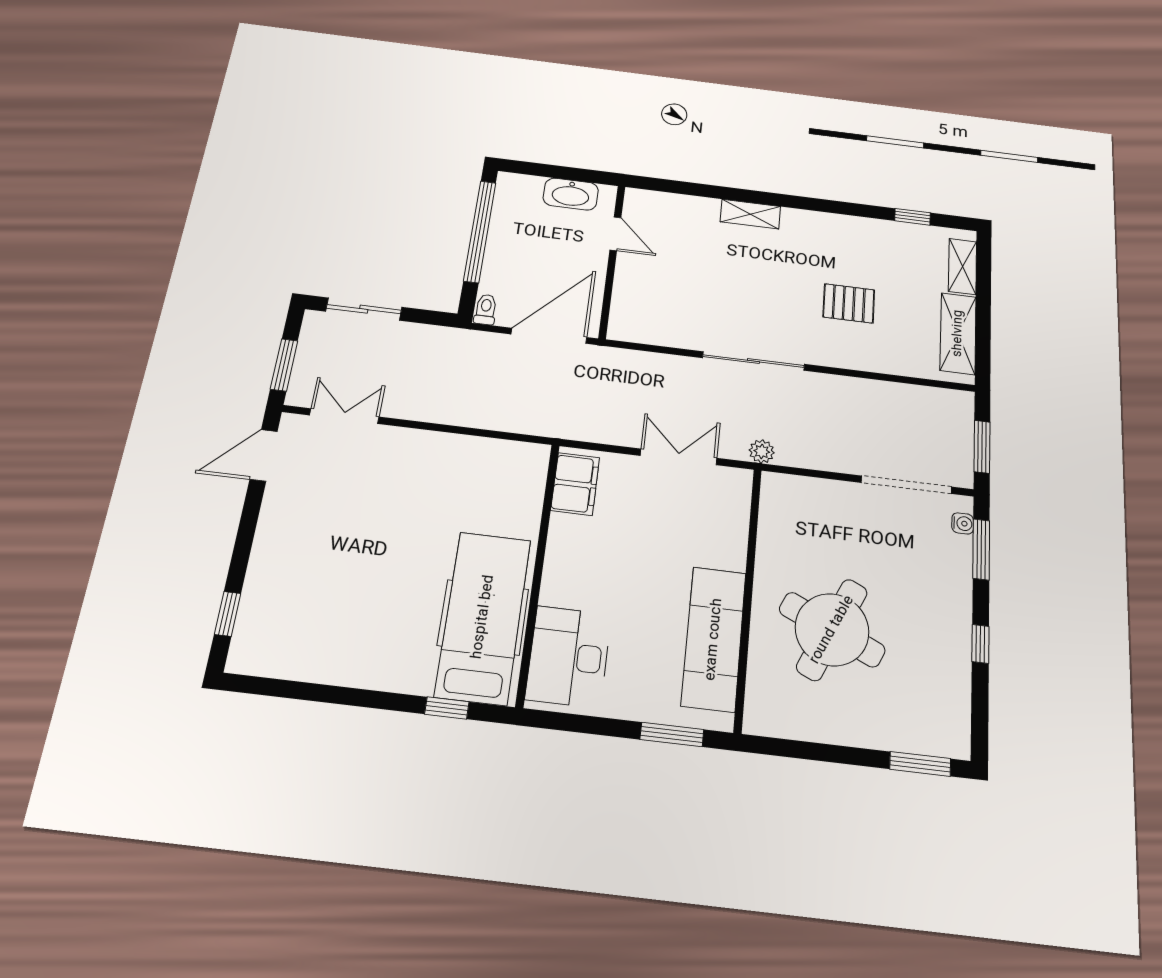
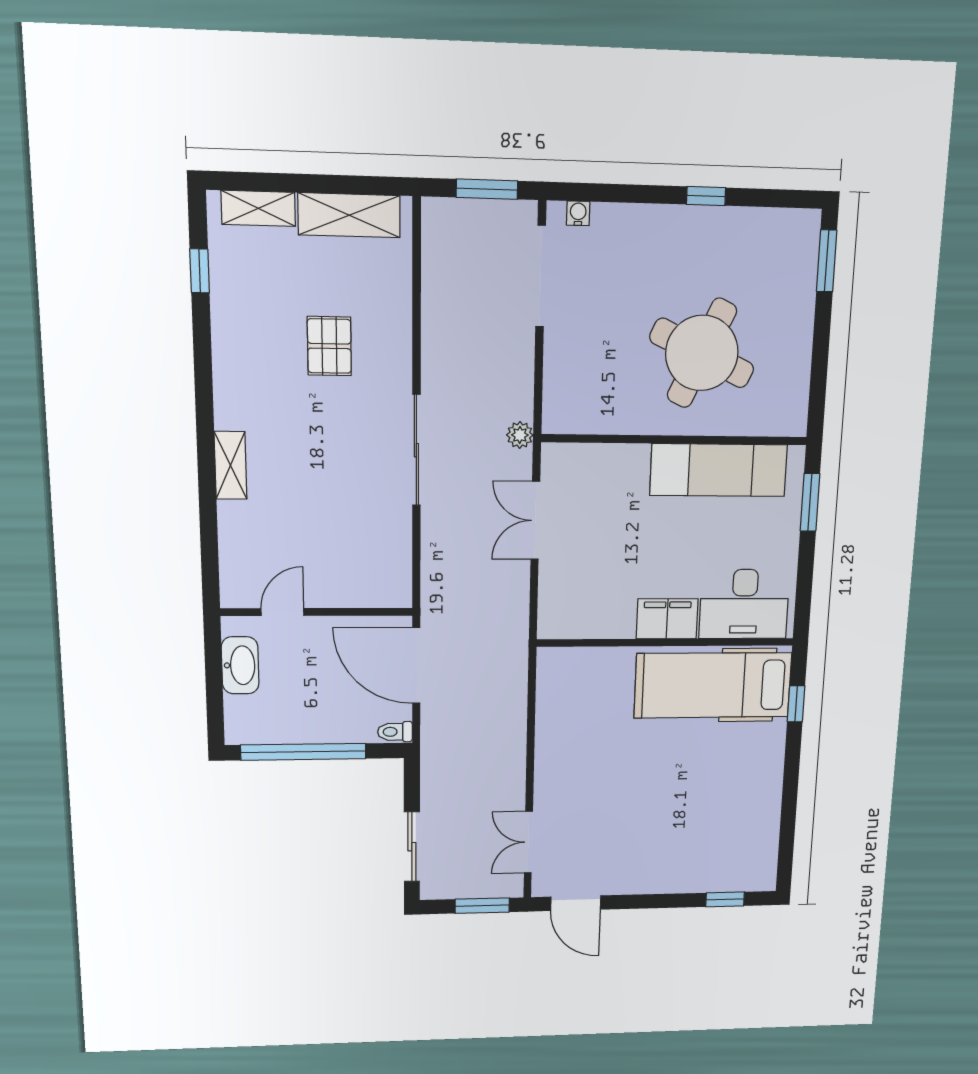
filing cabinet: (575, 484) -> (667, 619), moved
window: (981, 549) -> (605, 193), removed

